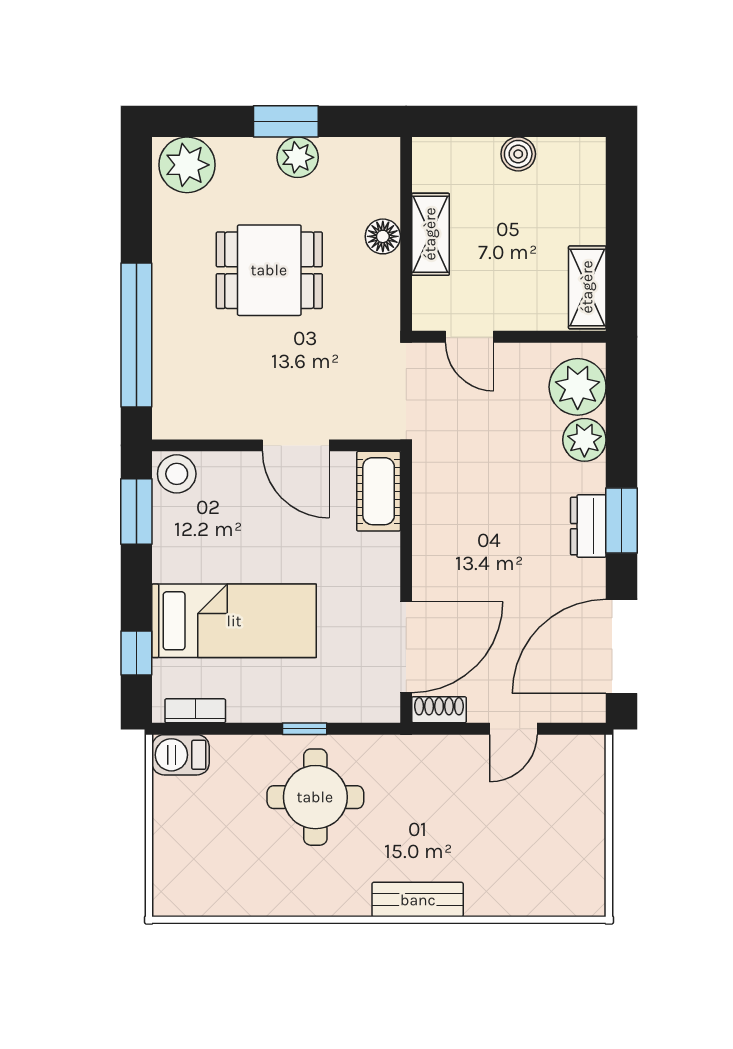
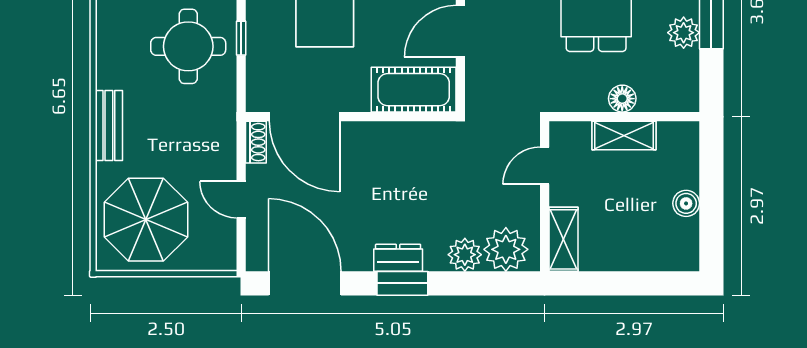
shelving: (587, 287) -> (564, 239), moved, turned 90
cot: (379, 491) -> (414, 90), width x1.37, depth x1.34
parasol: (539, 852) -> (146, 220), added

